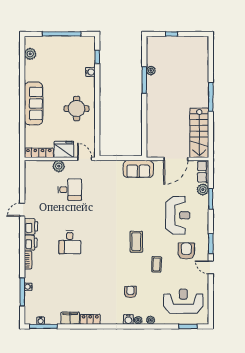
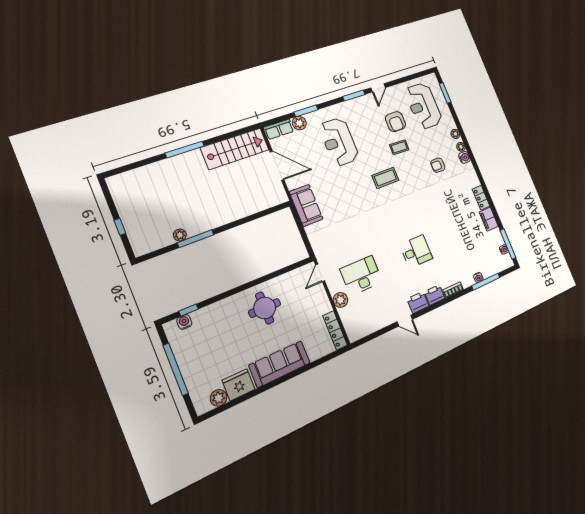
water cooler: (90, 72) -> (184, 322), moved
fridge: (64, 149) -> (239, 385), moved, turned 90
desk: (70, 190) -> (361, 275), width x1.37
reception desk: (178, 215) -> (339, 142), turned -90
armchair: (186, 251) -> (395, 122), moved, turned -90

